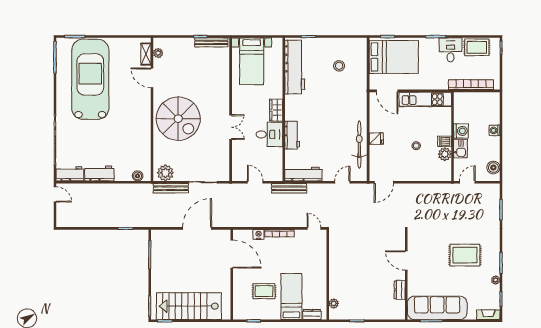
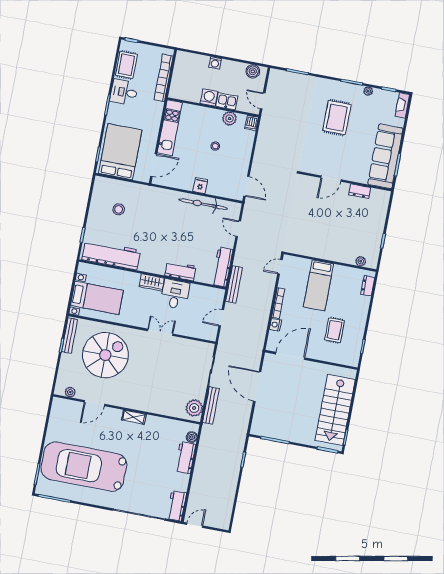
shelving: (146, 54) -> (134, 417), moved
spiral stairs: (178, 119) -> (105, 355), moved
dishwasher: (445, 141) -> (252, 123), moved
workbench: (99, 173) -> (185, 458), moved
bed: (291, 297) -> (319, 285), moved, turned -90

